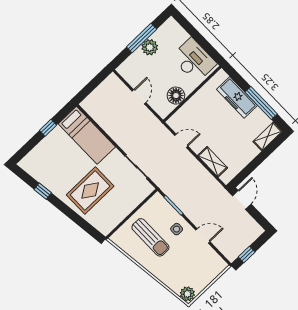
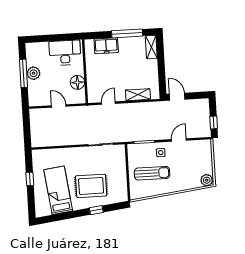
freezer: (237, 97) -> (106, 46), width x0.71
bed: (87, 135) -> (58, 190), moved, turned -97
rug: (90, 190) -> (91, 186), turned 90
window: (43, 191) -> (96, 210), moved

